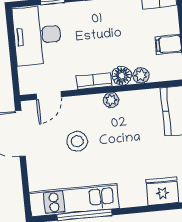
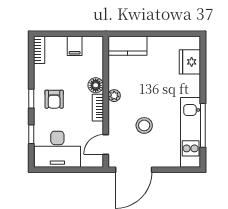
armchair: (99, 25) -> (54, 99), added
plant: (141, 75) -> (97, 70), removed
door: (49, 95) -> (106, 144), swing flipped

